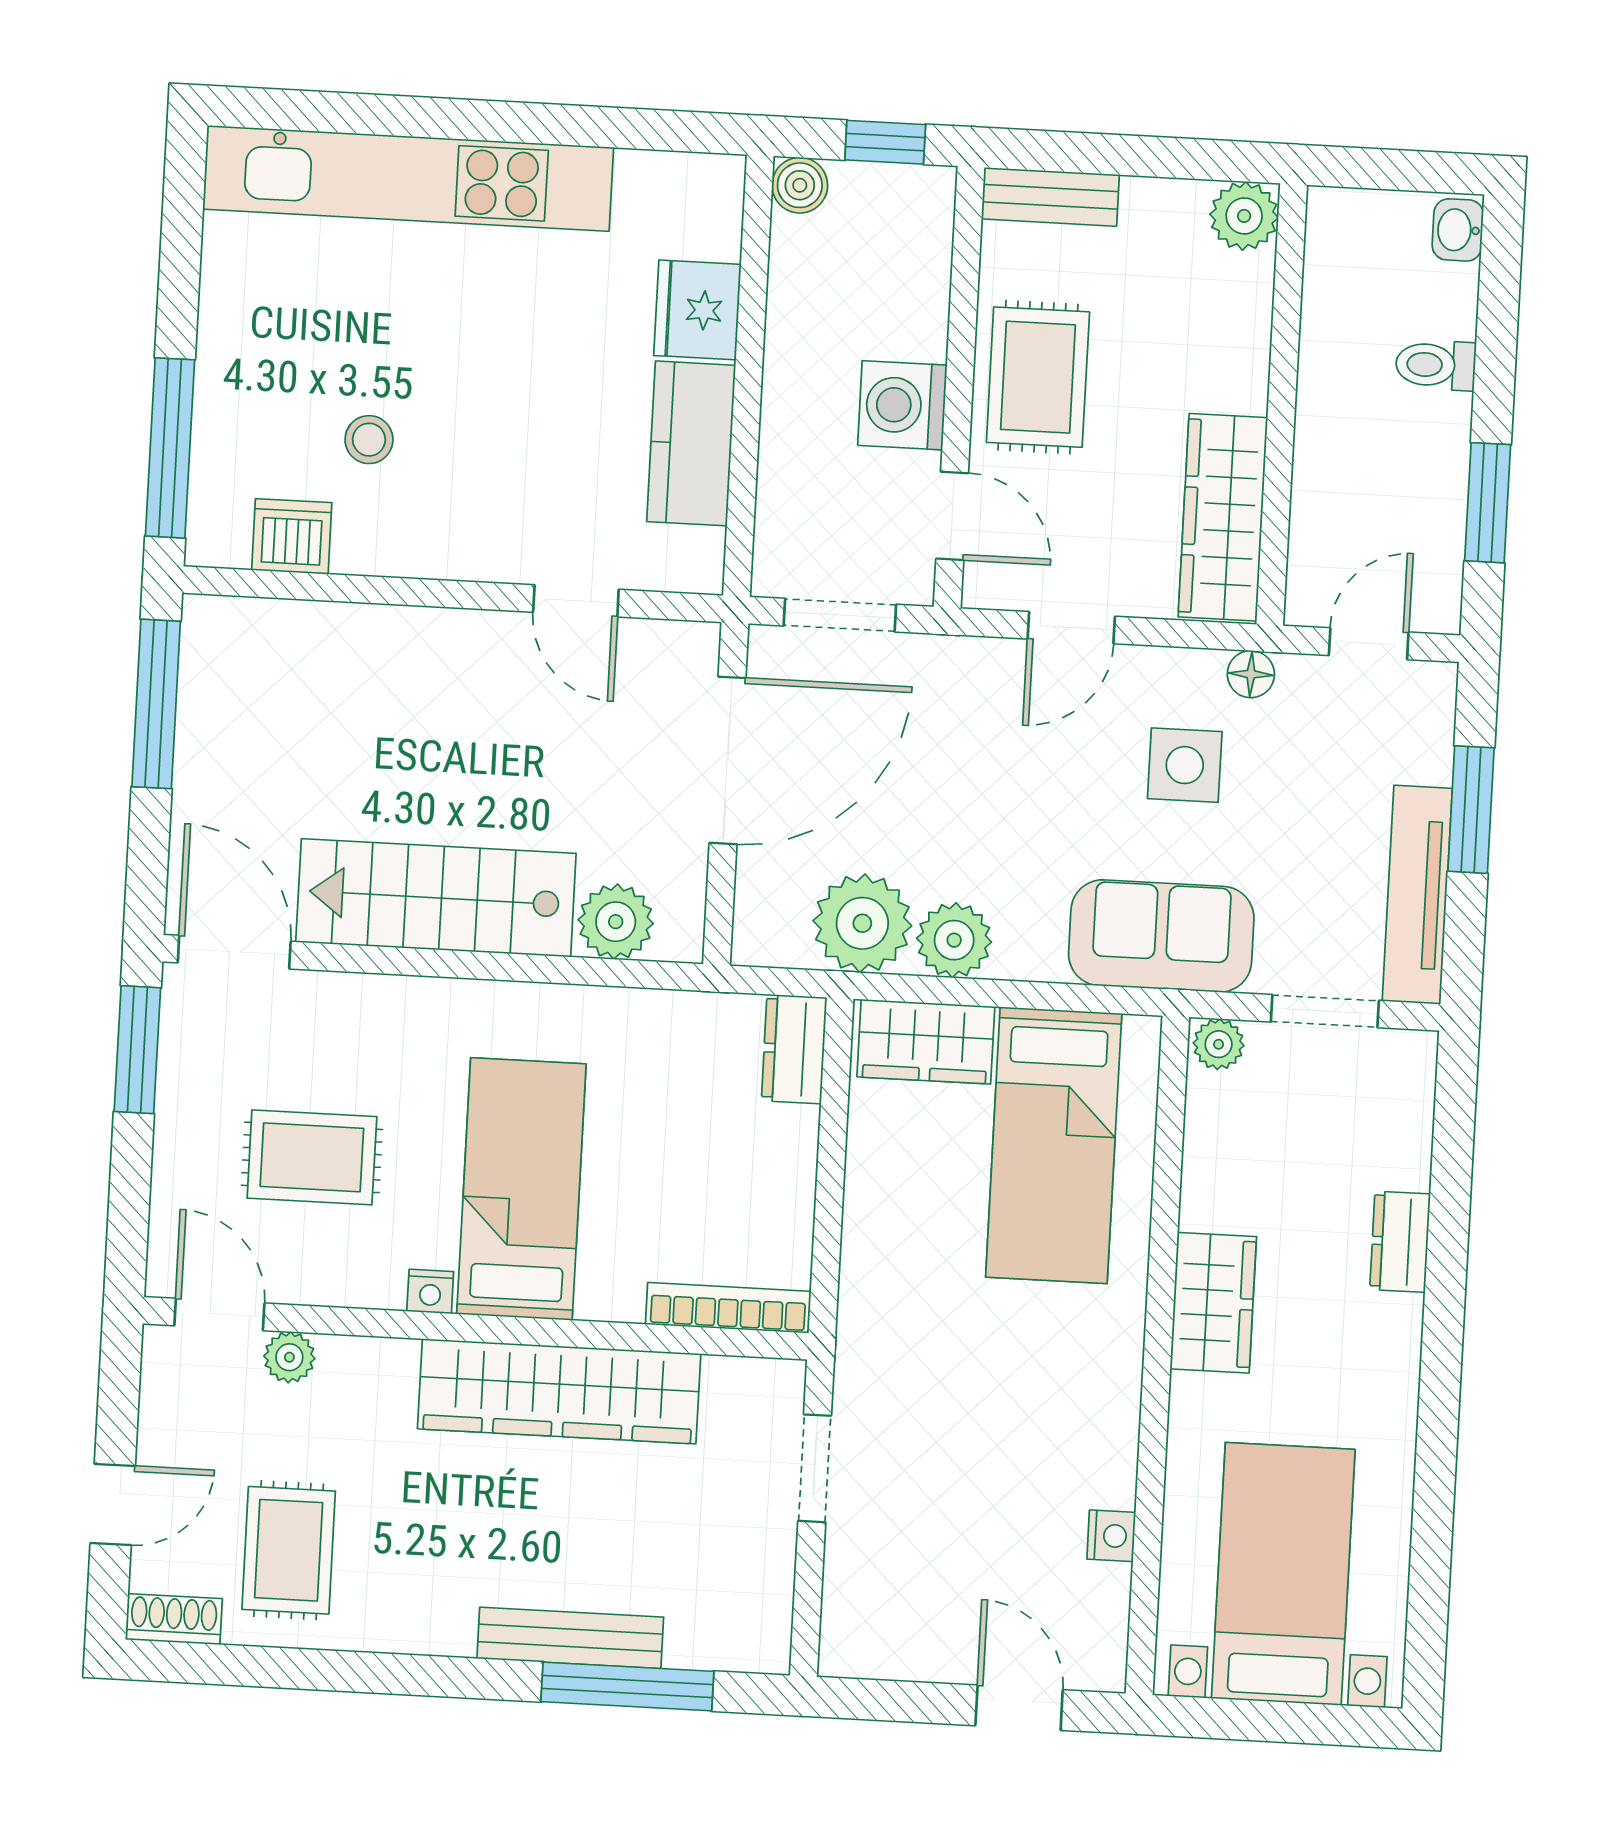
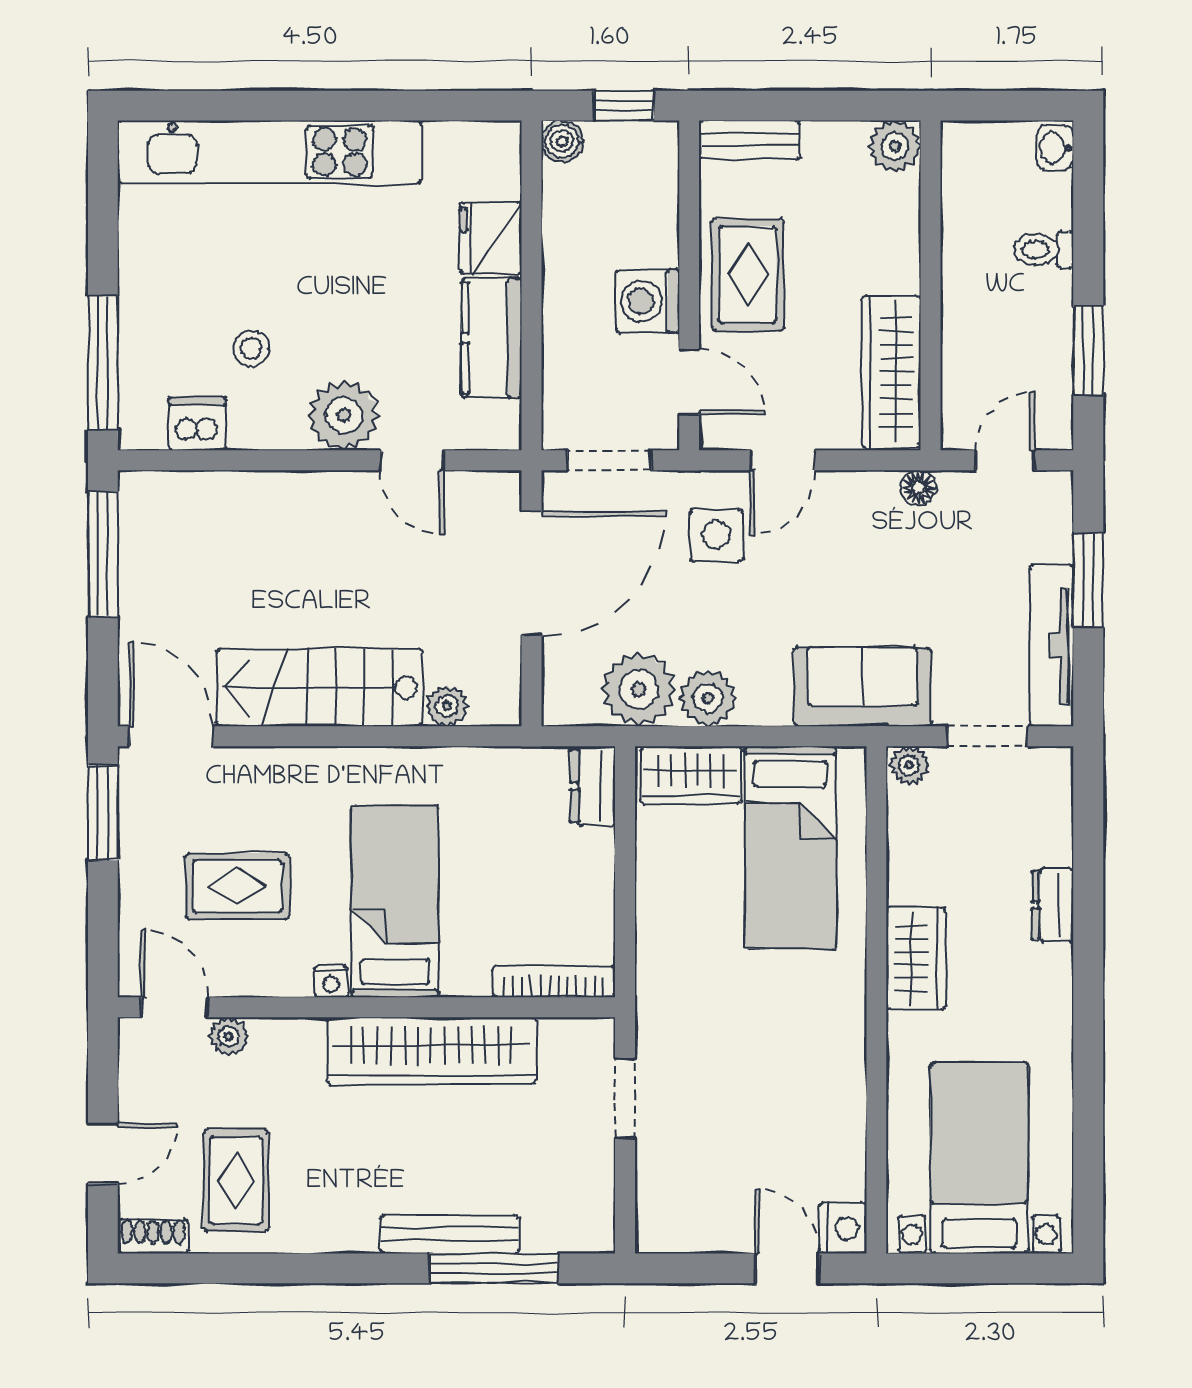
plant: (488, 536) -> (344, 415), added
side table: (1185, 765) -> (716, 535), moved
plant: (616, 922) -> (447, 706), width x0.73, depth x0.73
nightstand: (1111, 1536) -> (843, 1228), moved, width x1.39, depth x1.35

